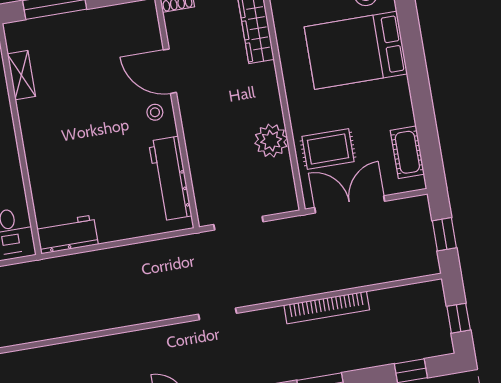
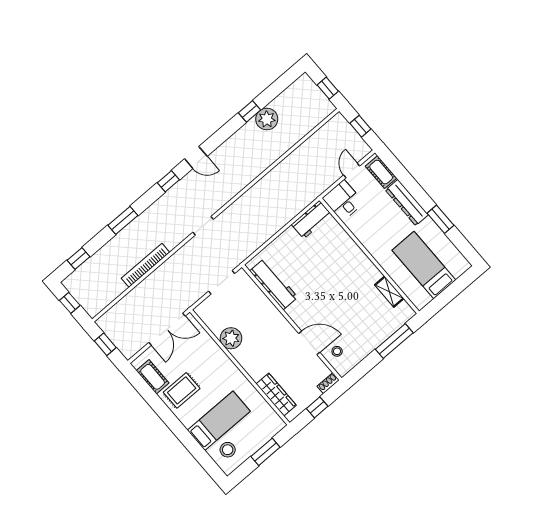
bed: (356, 50) -> (219, 421), width x0.67
stool: (155, 112) -> (337, 351), moved
rug: (328, 149) -> (182, 390), moved

